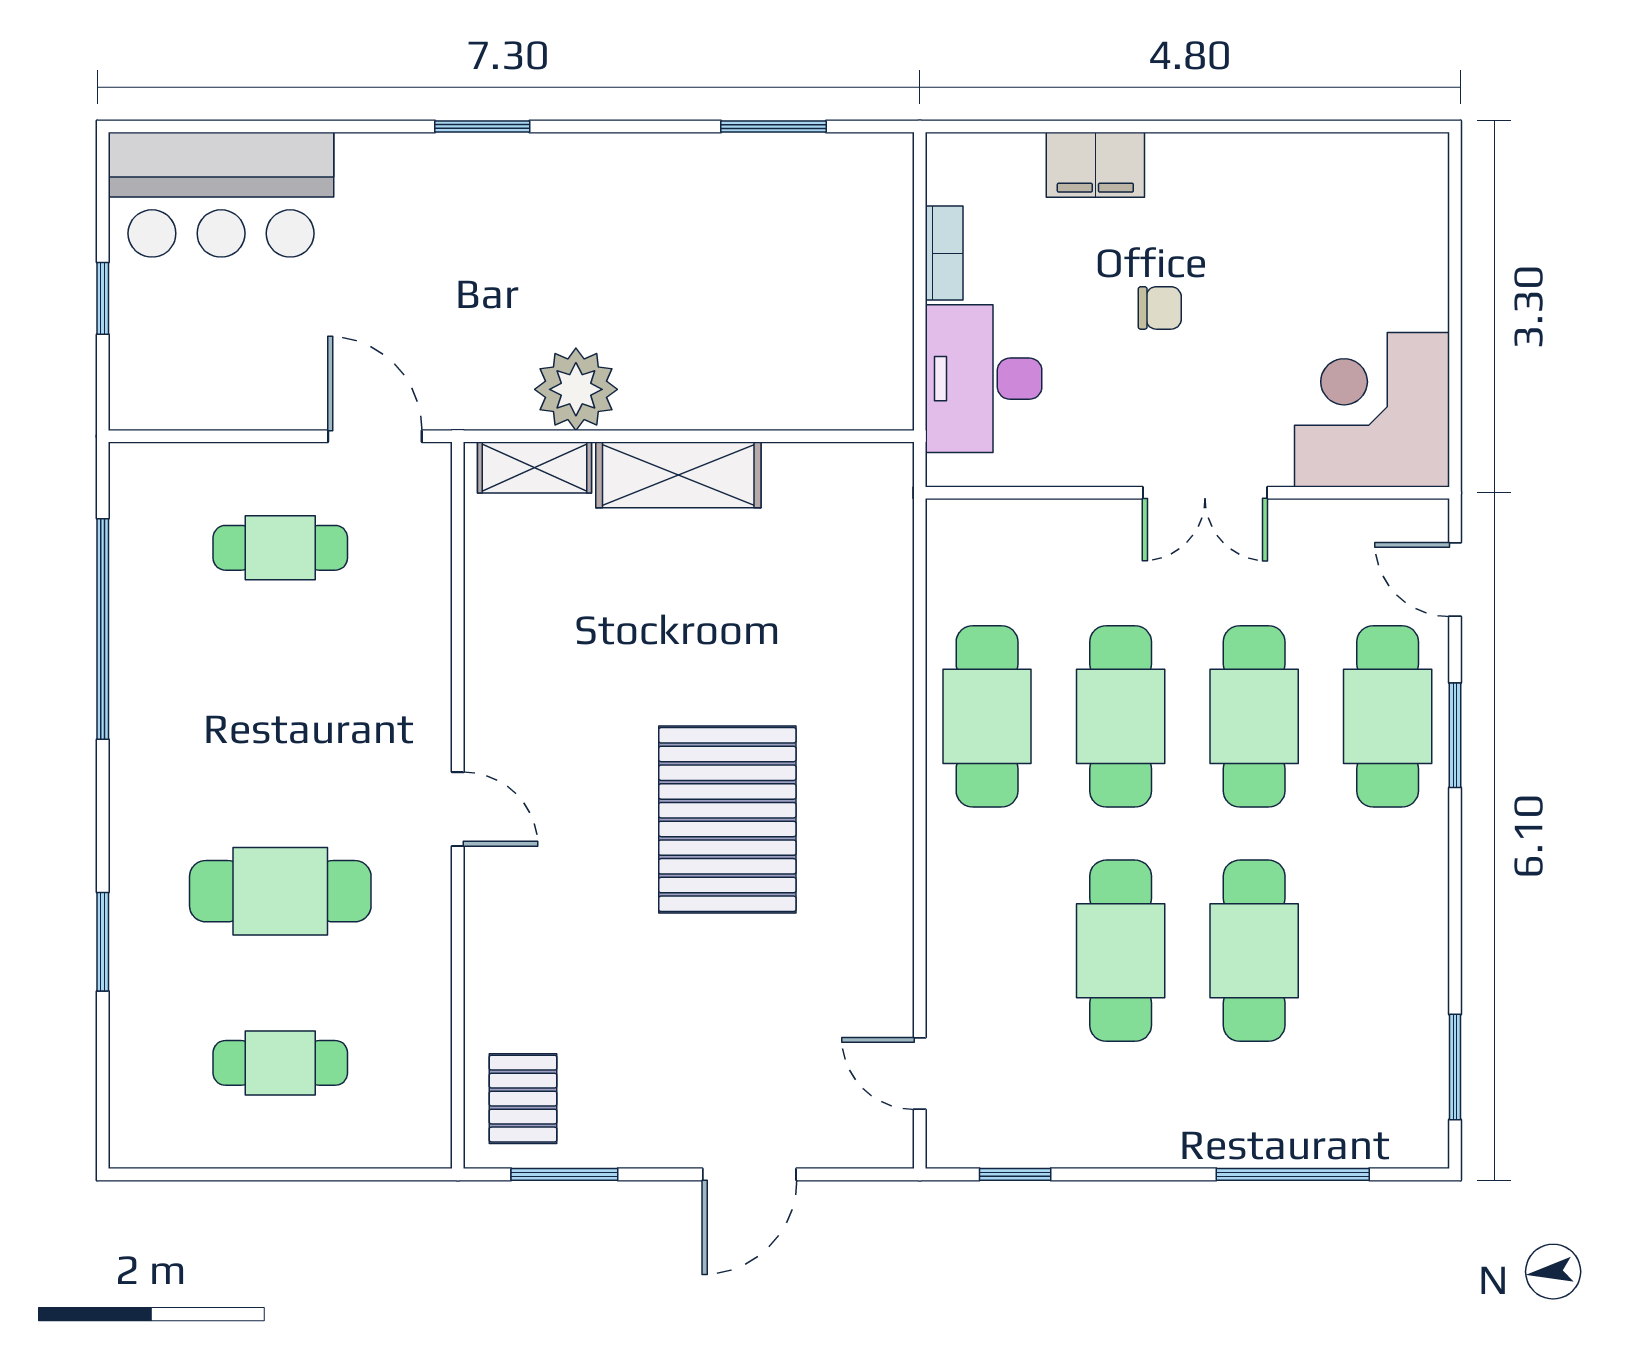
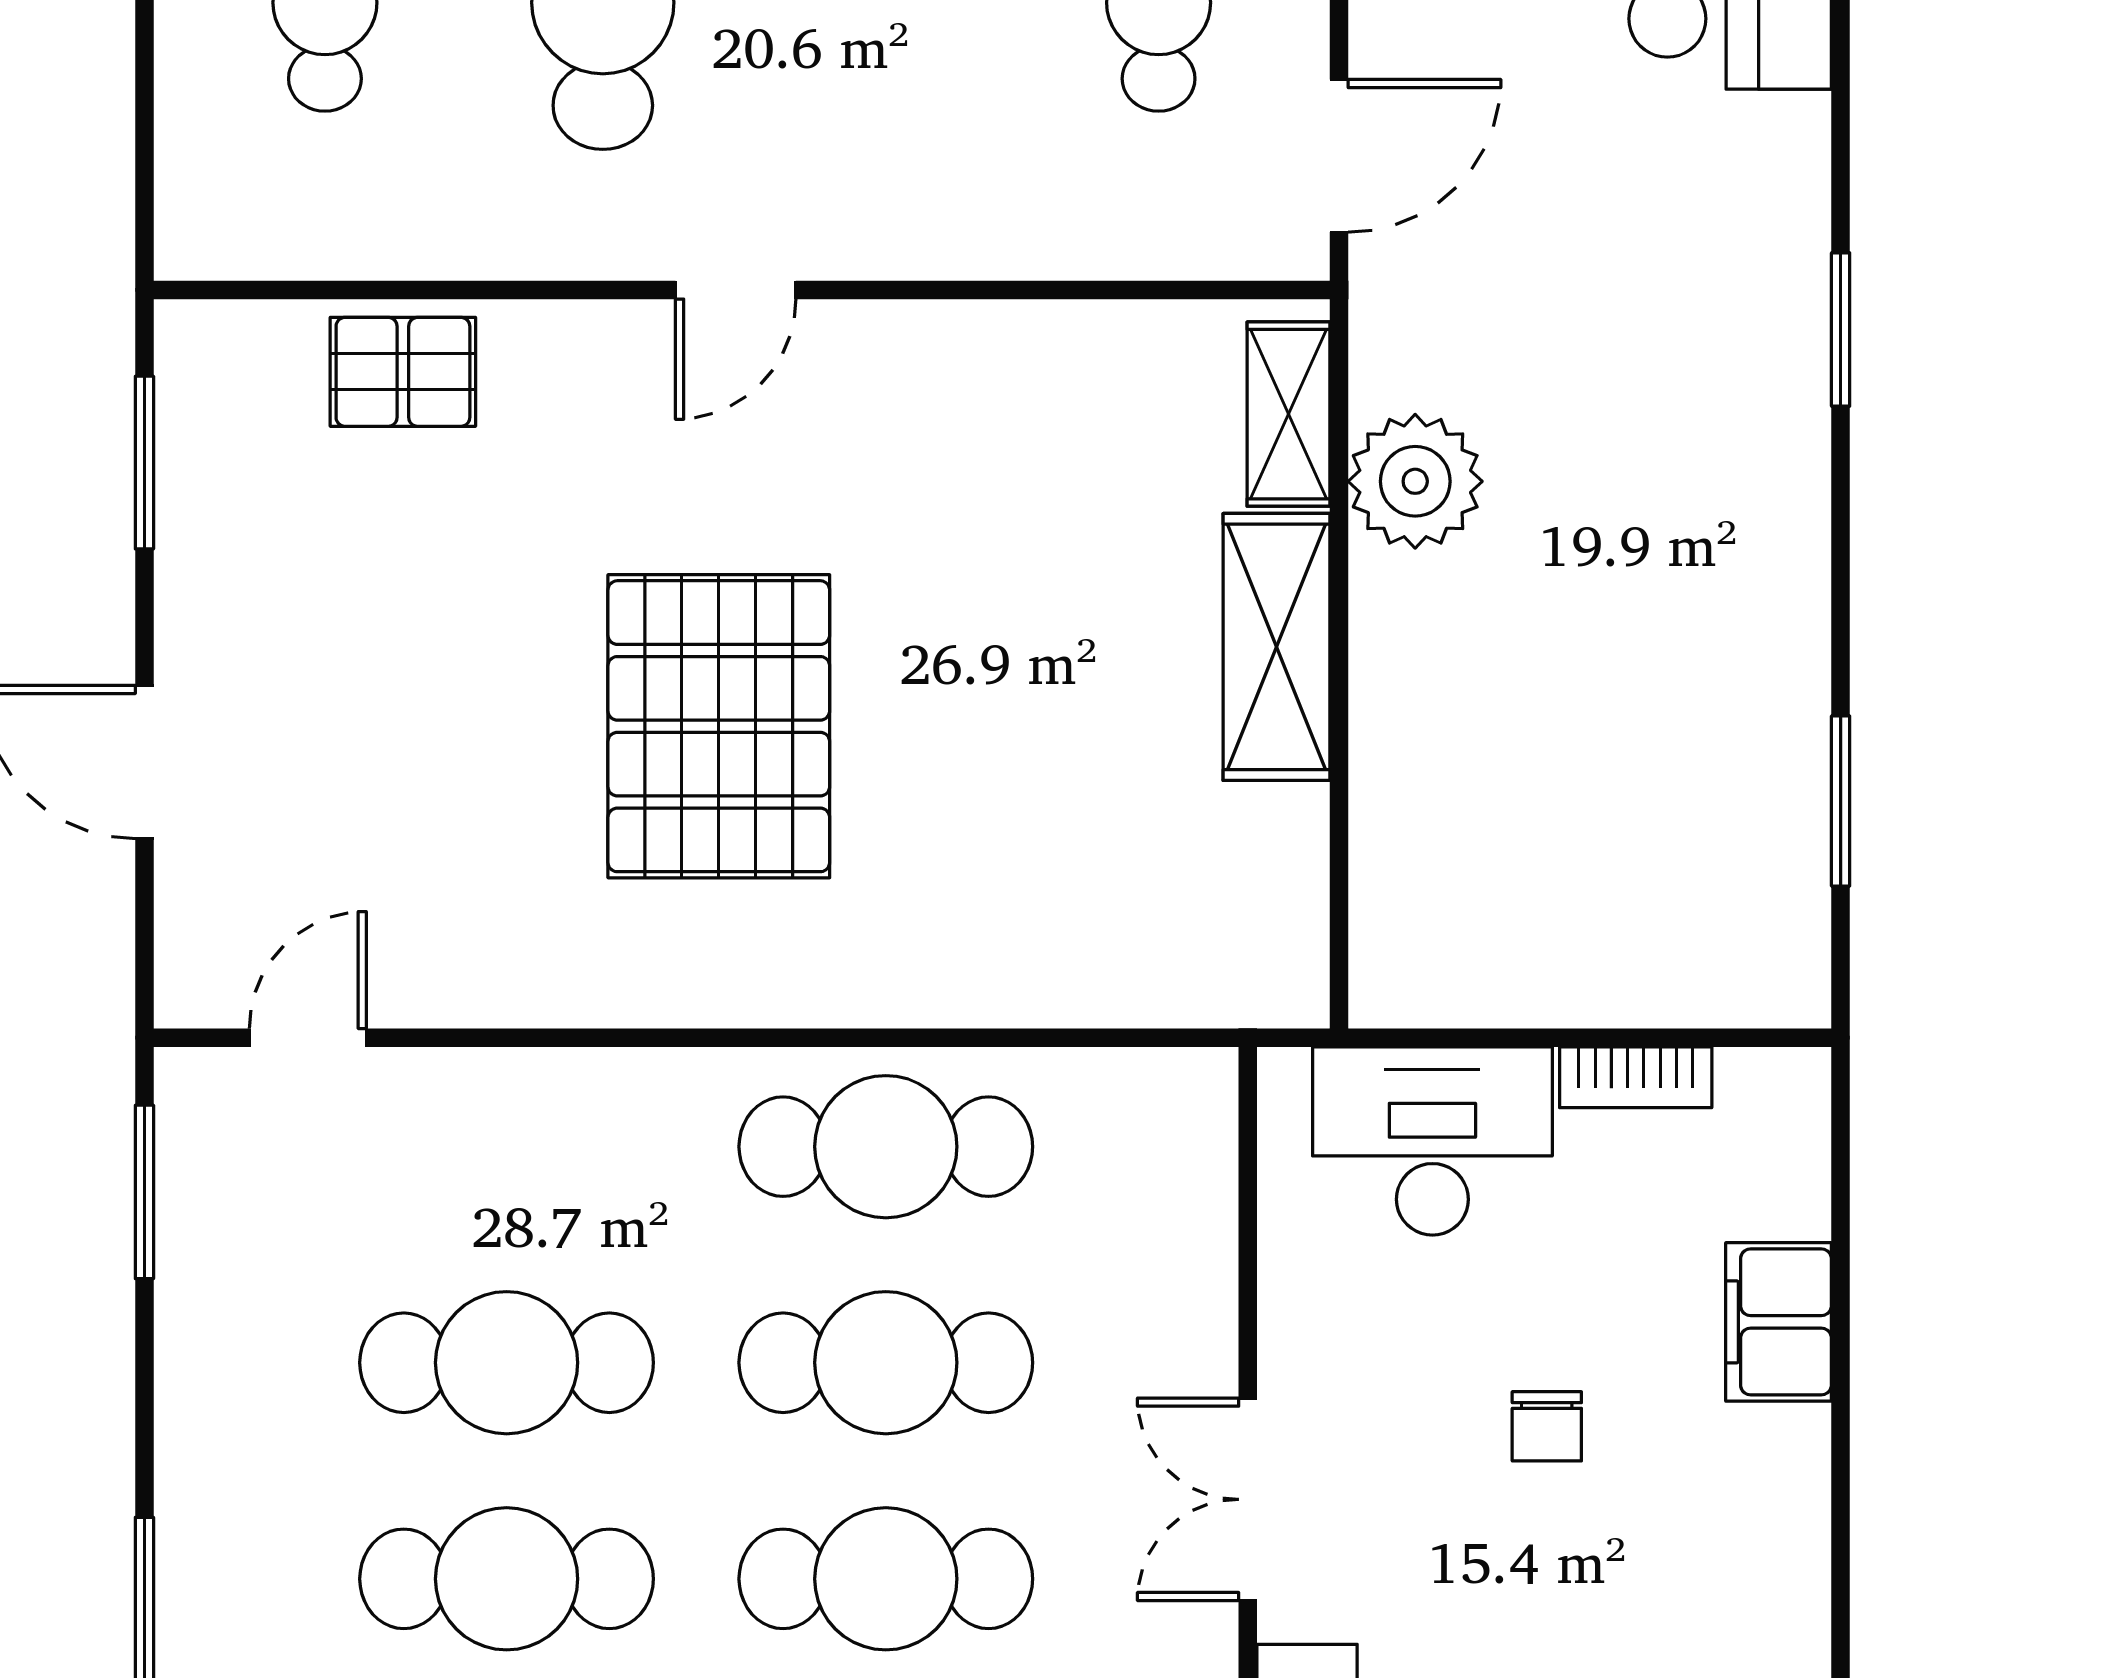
pallet: (727, 820) -> (719, 726), turned 90
pallet: (523, 1099) -> (403, 372), moved
window: (1015, 1174) -> (144, 1192), width x1.50

